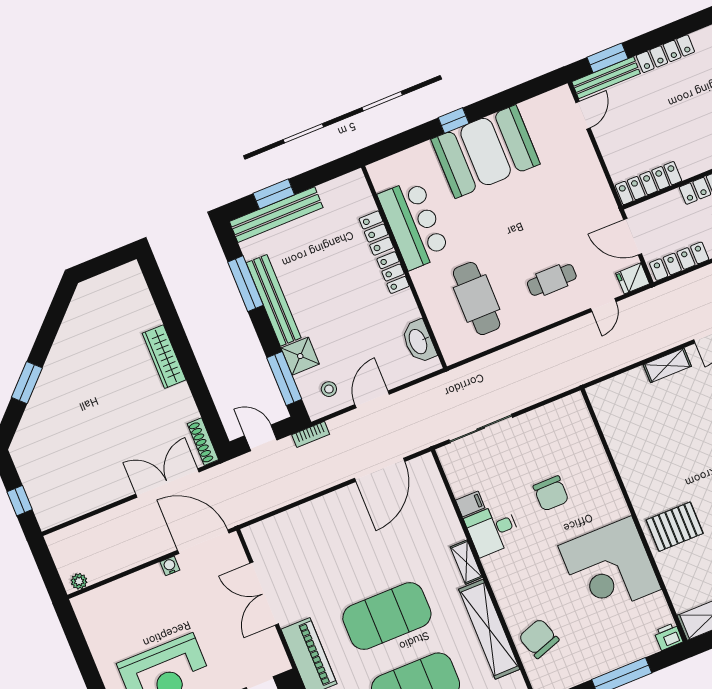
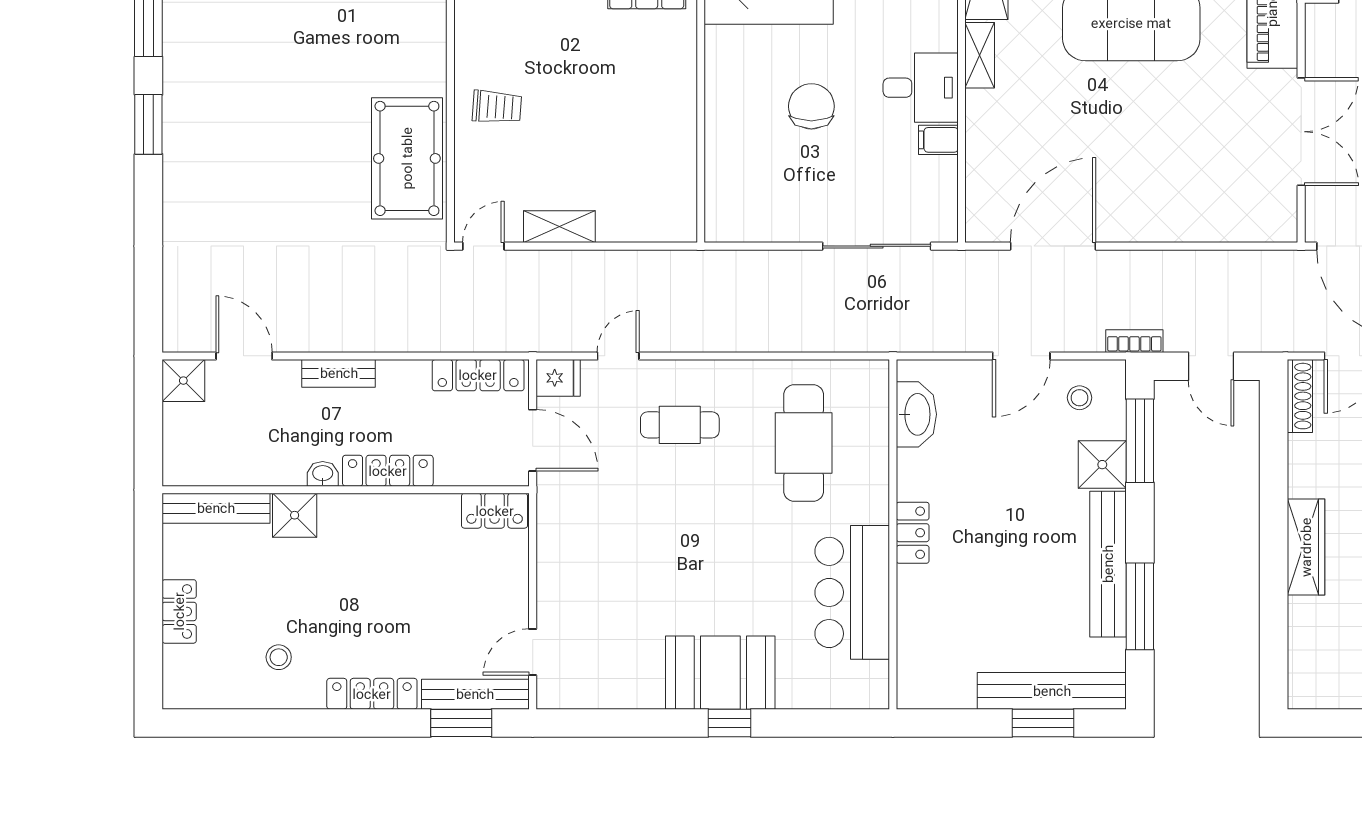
booth: (486, 152) -> (720, 673), width x0.73, depth x0.70
locker: (648, 183) -> (495, 511), width x0.66
locker: (376, 233) -> (914, 602), removed

